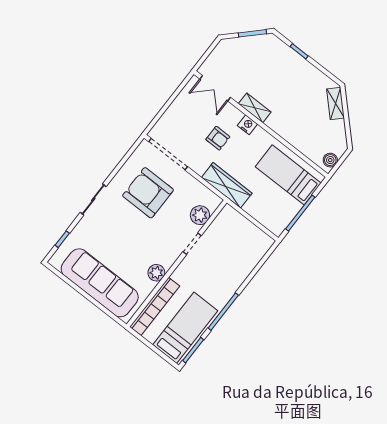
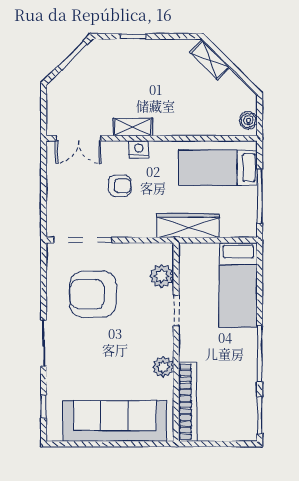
wardrobe: (227, 185) -> (188, 226), moved
bed: (185, 328) -> (238, 285), moved, turned 180

